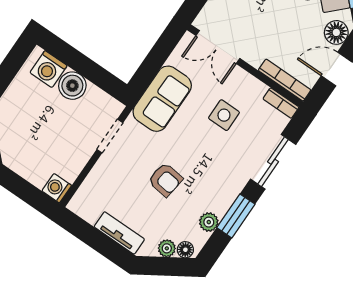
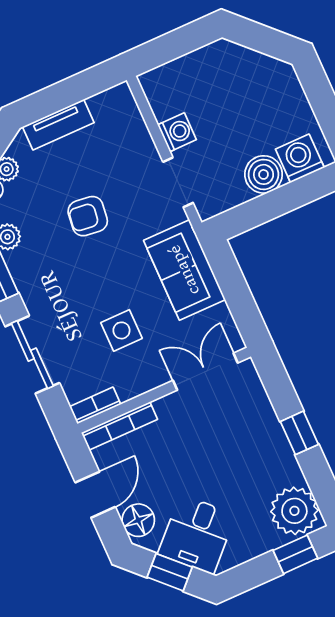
washing machine: (57, 188) -> (177, 132), moved

